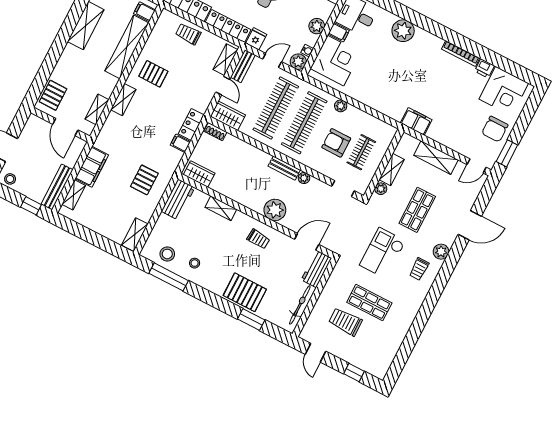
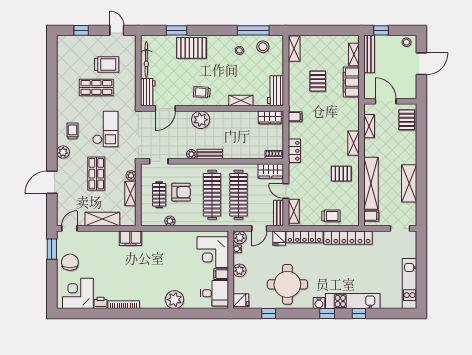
plant: (341, 106) -> (170, 221), moved
filing cabinet: (180, 143) -> (295, 117), moved
pallet: (144, 180) -> (318, 81), moved

